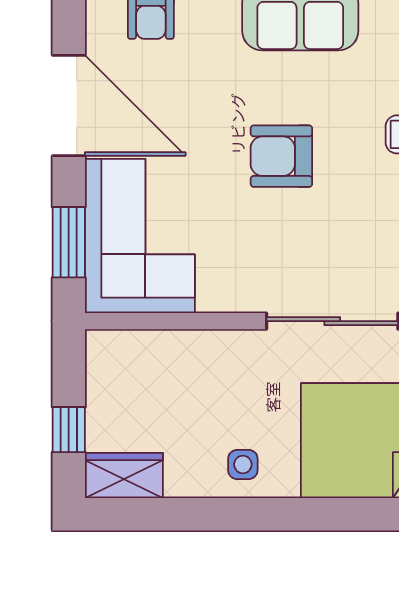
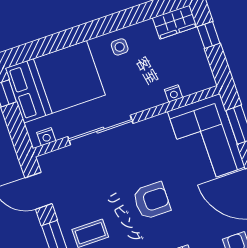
nightstand: (172, 343) -> (174, 93), added

